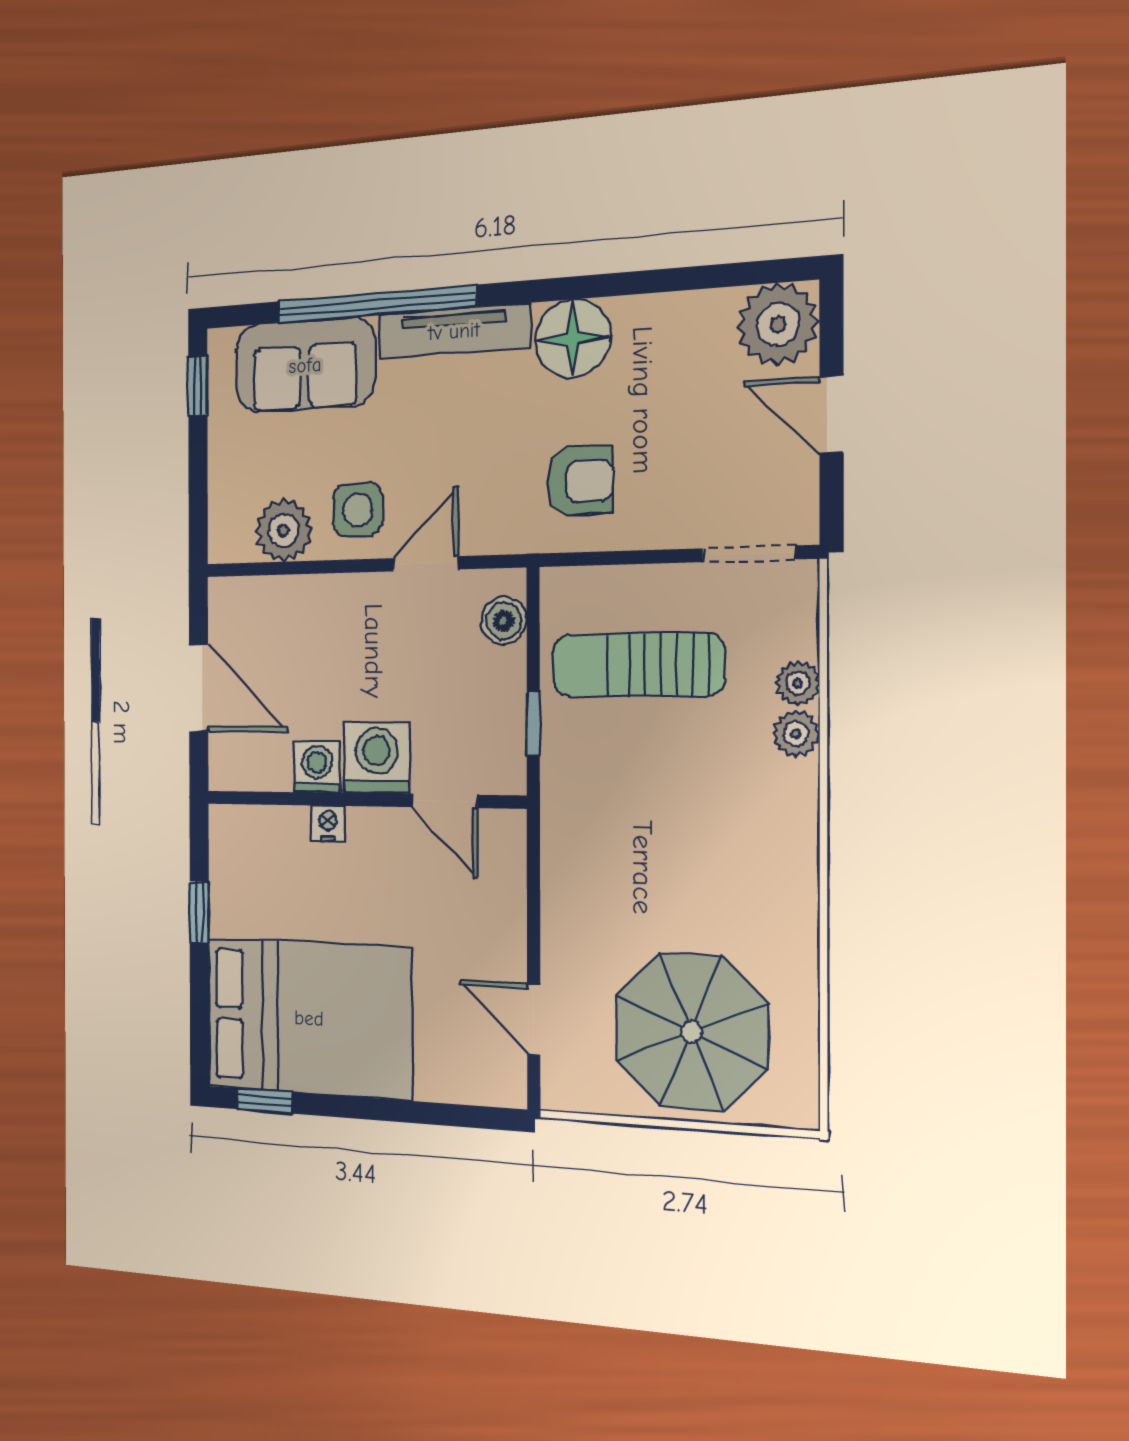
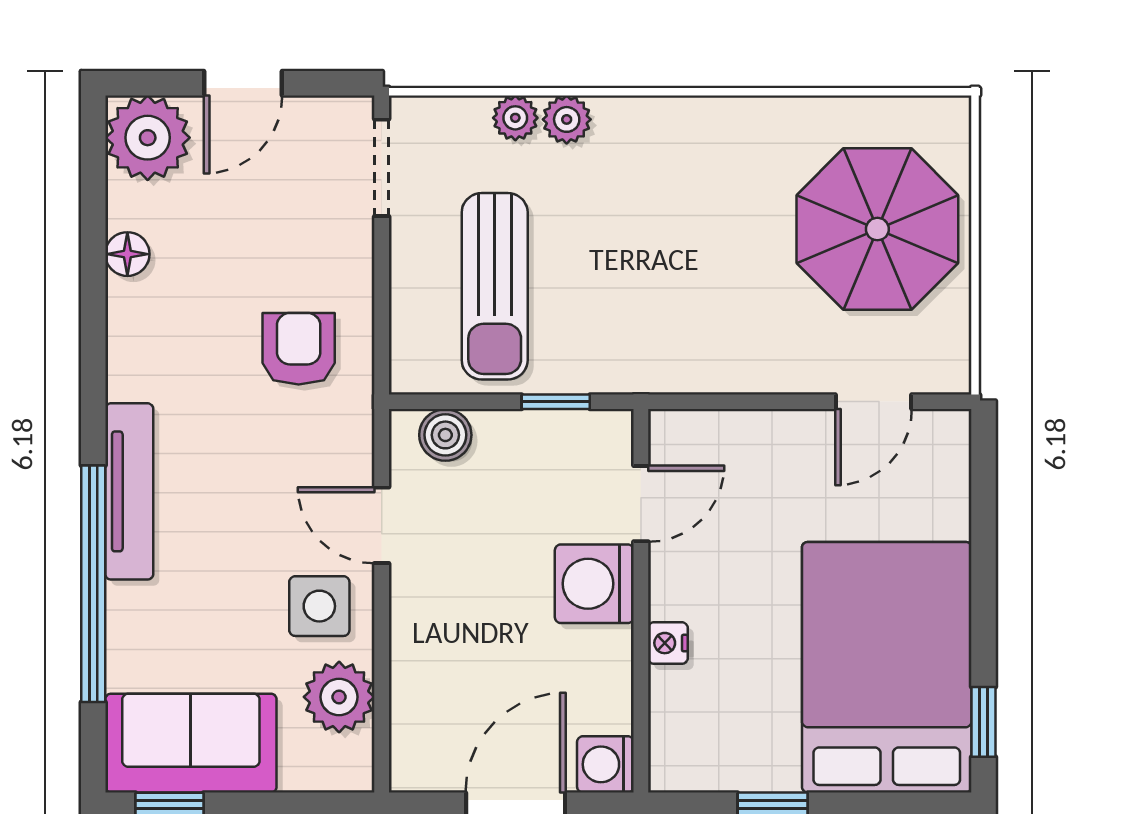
floor lamp: (573, 338) -> (127, 254), moved, width x0.53, depth x0.53
sofa: (305, 365) -> (191, 743), moved, turned -90
washing machine: (317, 767) -> (605, 764), moved

